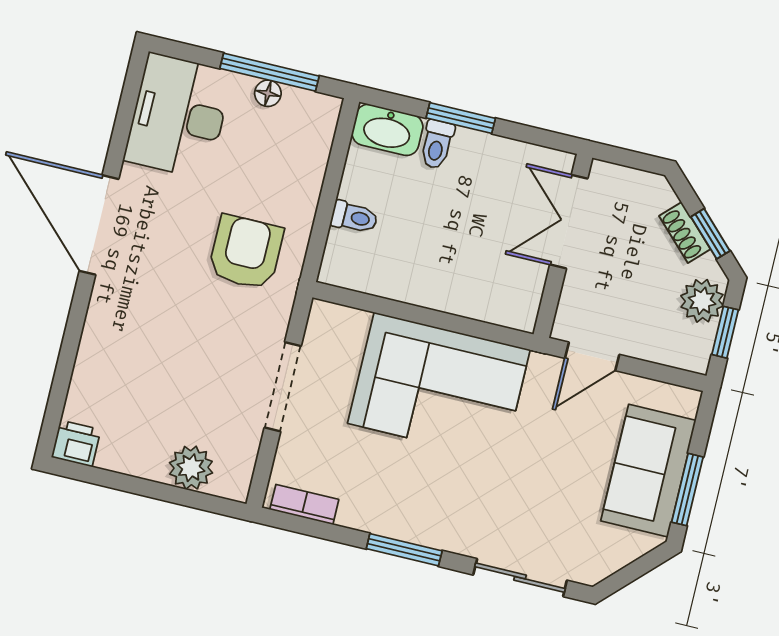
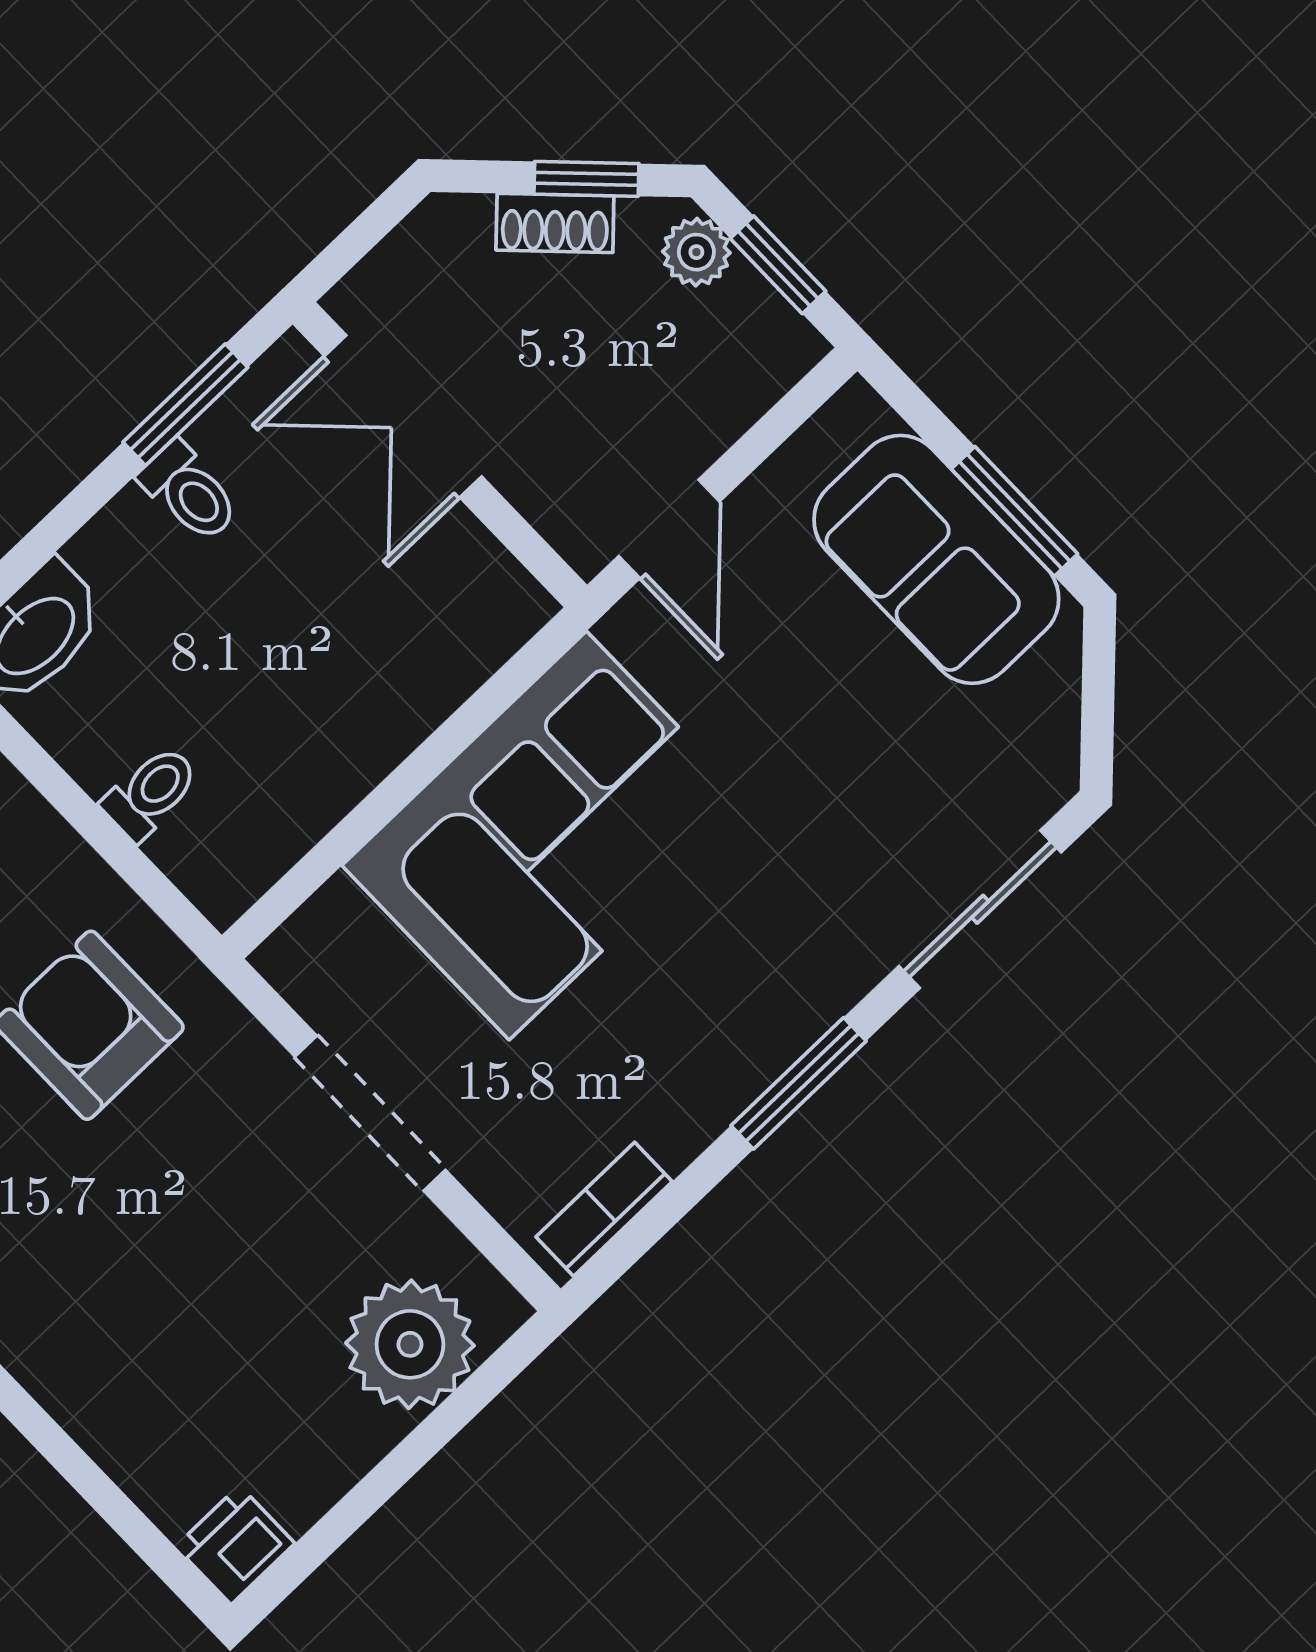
window: (461, 118) -> (185, 405), moved
toilet: (437, 144) -> (189, 492), moved
plant: (702, 301) -> (696, 252), width x0.73, depth x0.73
plant: (191, 468) -> (410, 1344), width x1.36, depth x1.36

